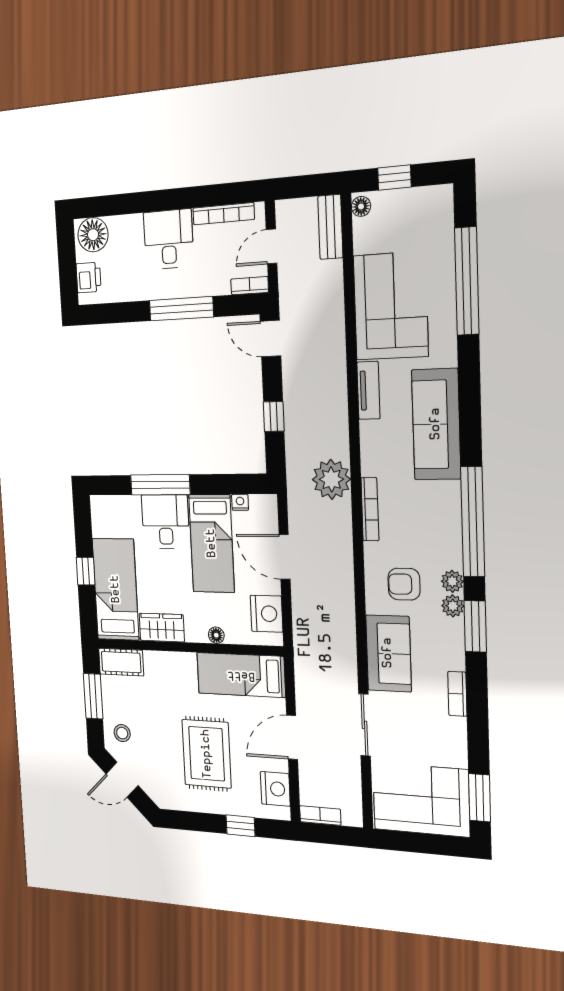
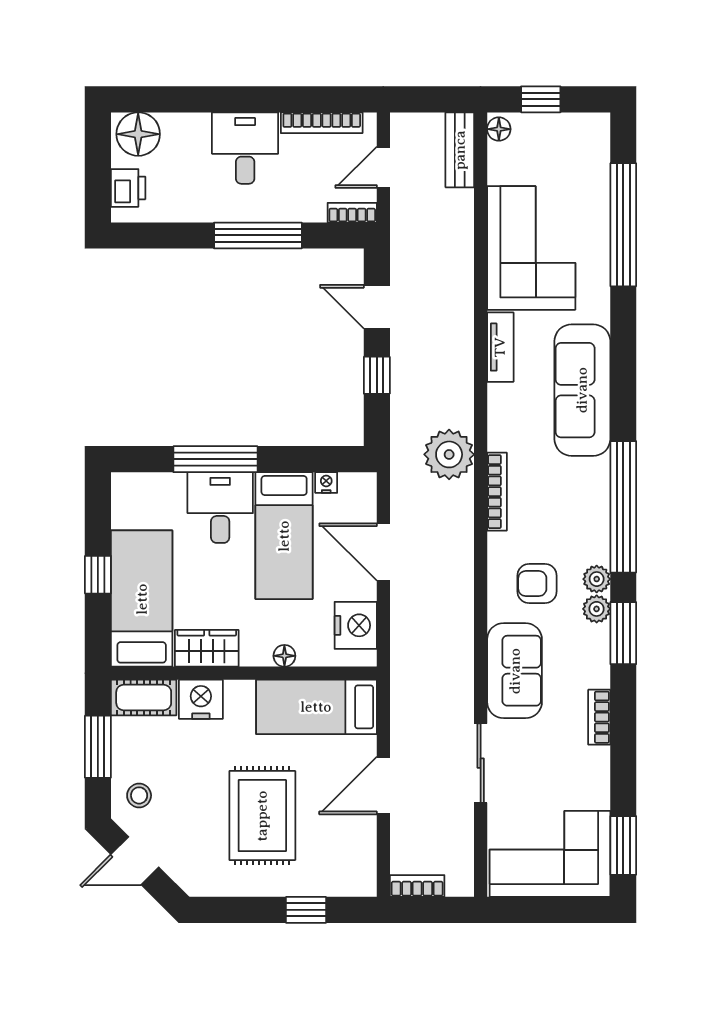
door: (270, 339) -> (377, 307), moved
nightstand: (275, 789) -> (201, 699), moved, turned -90

